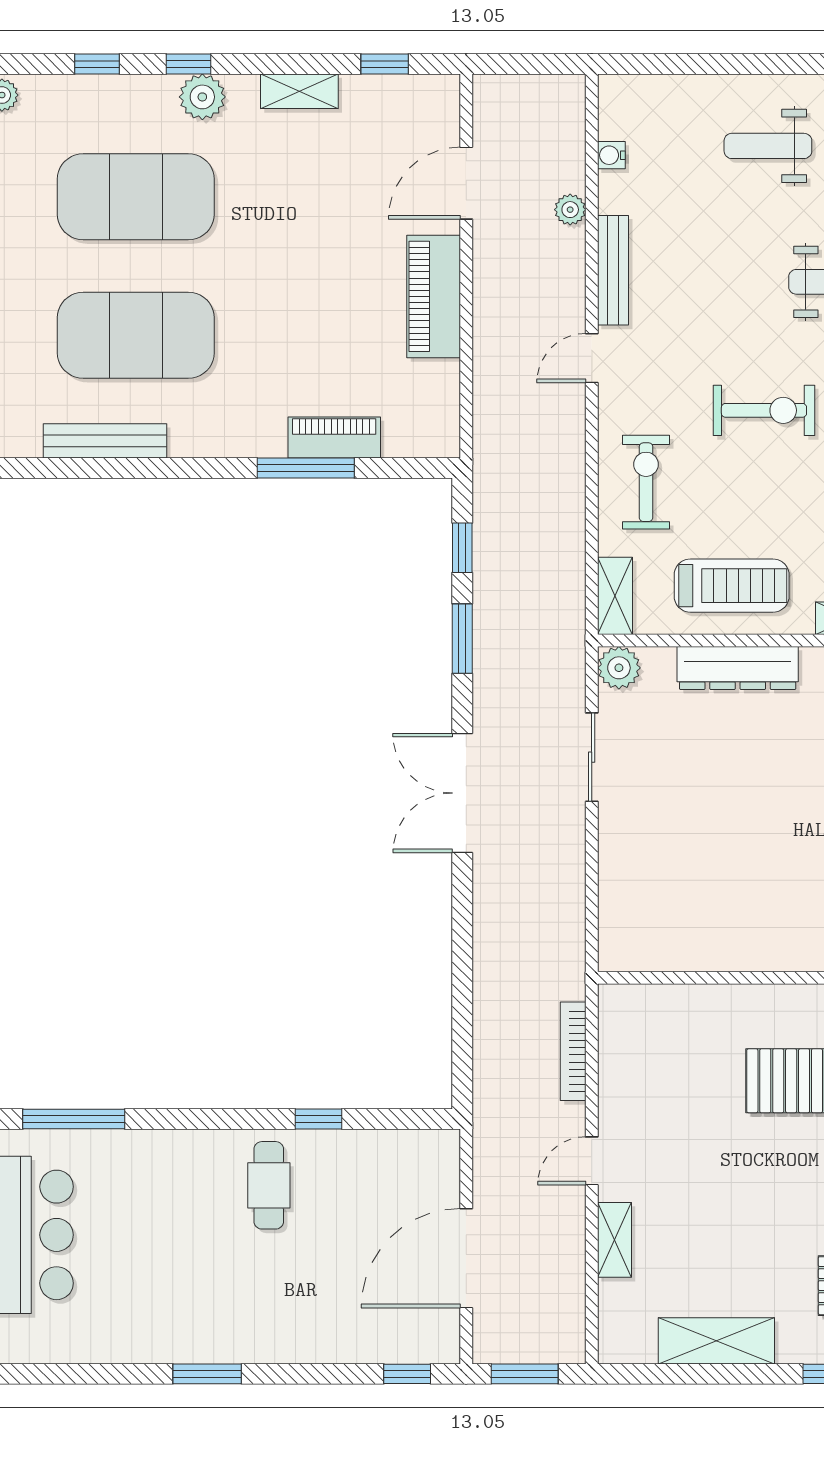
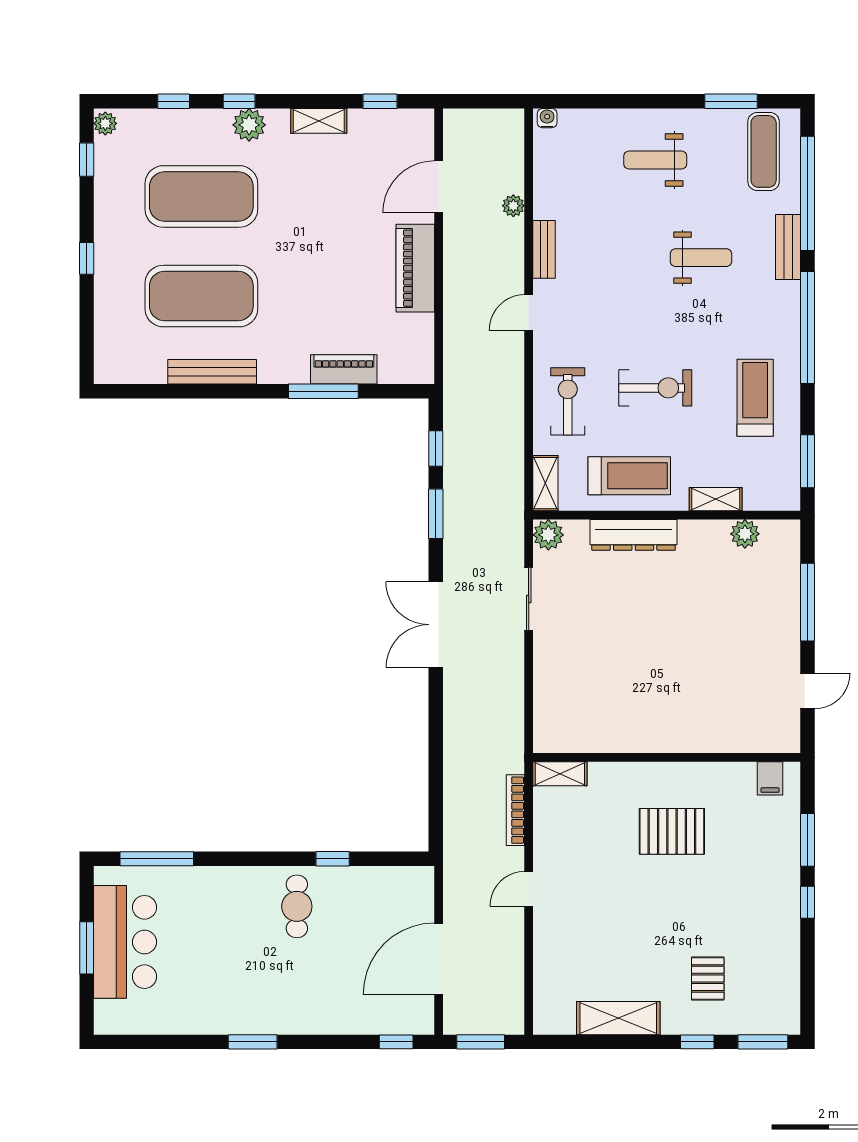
water cooler: (611, 155) -> (547, 118), moved, turned 90
bench: (613, 270) -> (544, 249), width x0.73
exercise bike: (764, 410) -> (655, 388), moved
bench: (105, 441) -> (212, 372), moved
shelving: (614, 1240) -> (560, 774), moved, turned 90

